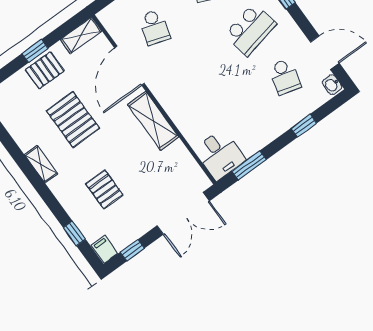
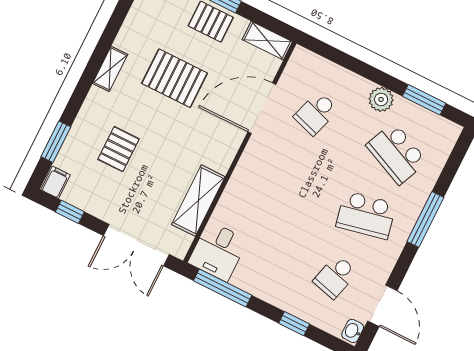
pallet: (73, 120) -> (175, 78), turned 90
shelving: (153, 121) -> (198, 201), moved
window: (249, 165) -> (223, 288), width x1.44
window: (74, 233) -> (56, 142), width x1.50

